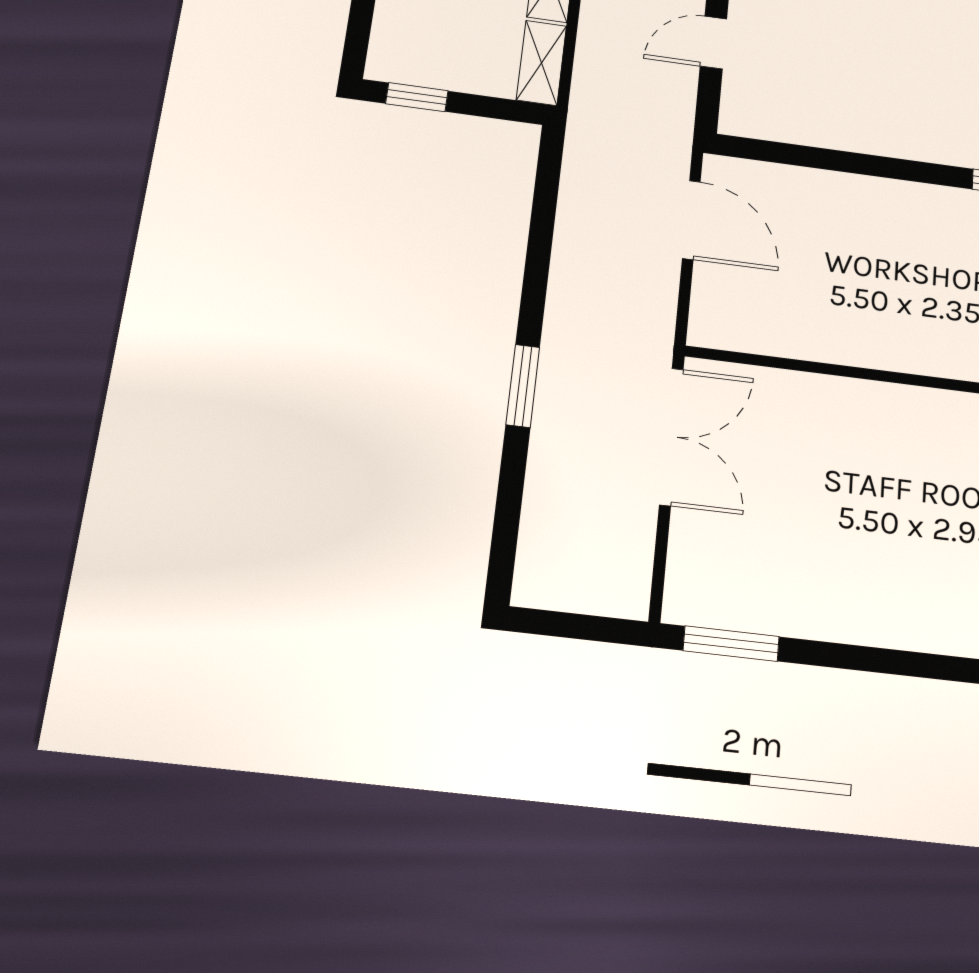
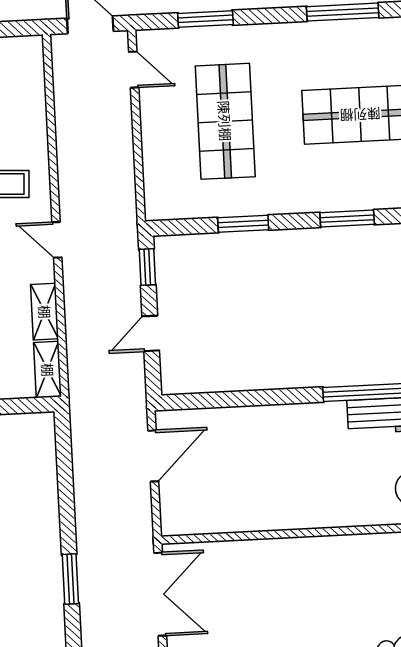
door: (691, 220) -> (153, 456), hinge flipped

